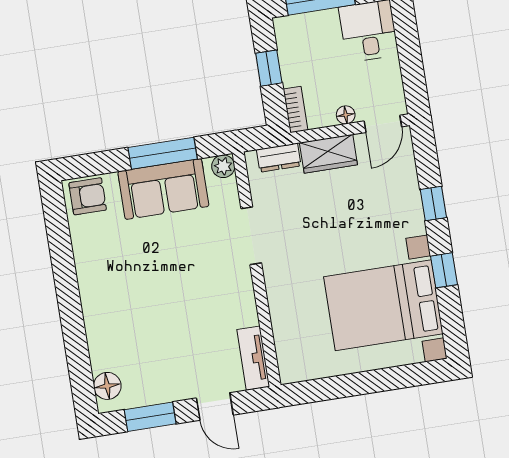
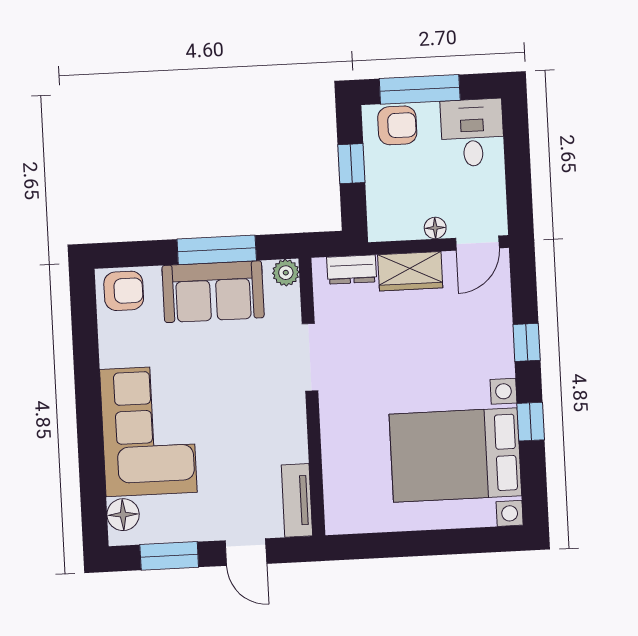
armchair: (304, 31) -> (397, 125), added
bookcase: (295, 110) -> (377, 215), removed
corner sofa: (121, 313) -> (148, 431), added

